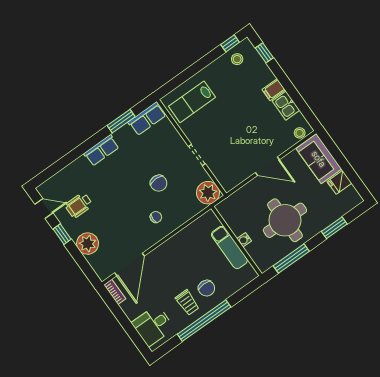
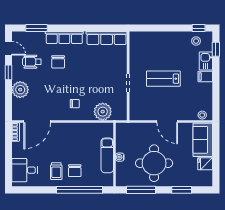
lab bench: (192, 102) -> (163, 79), moved
kitchen sink: (286, 106) -> (206, 61), moved
row of seats: (147, 119) -> (107, 38), width x1.48
window: (121, 121) -> (37, 28), moved
row of seats: (101, 150) -> (64, 38), width x1.48
chair: (159, 183) -> (58, 62), moved
plant: (208, 193) -> (103, 112), moved
window: (204, 321) -> (79, 190), moved

